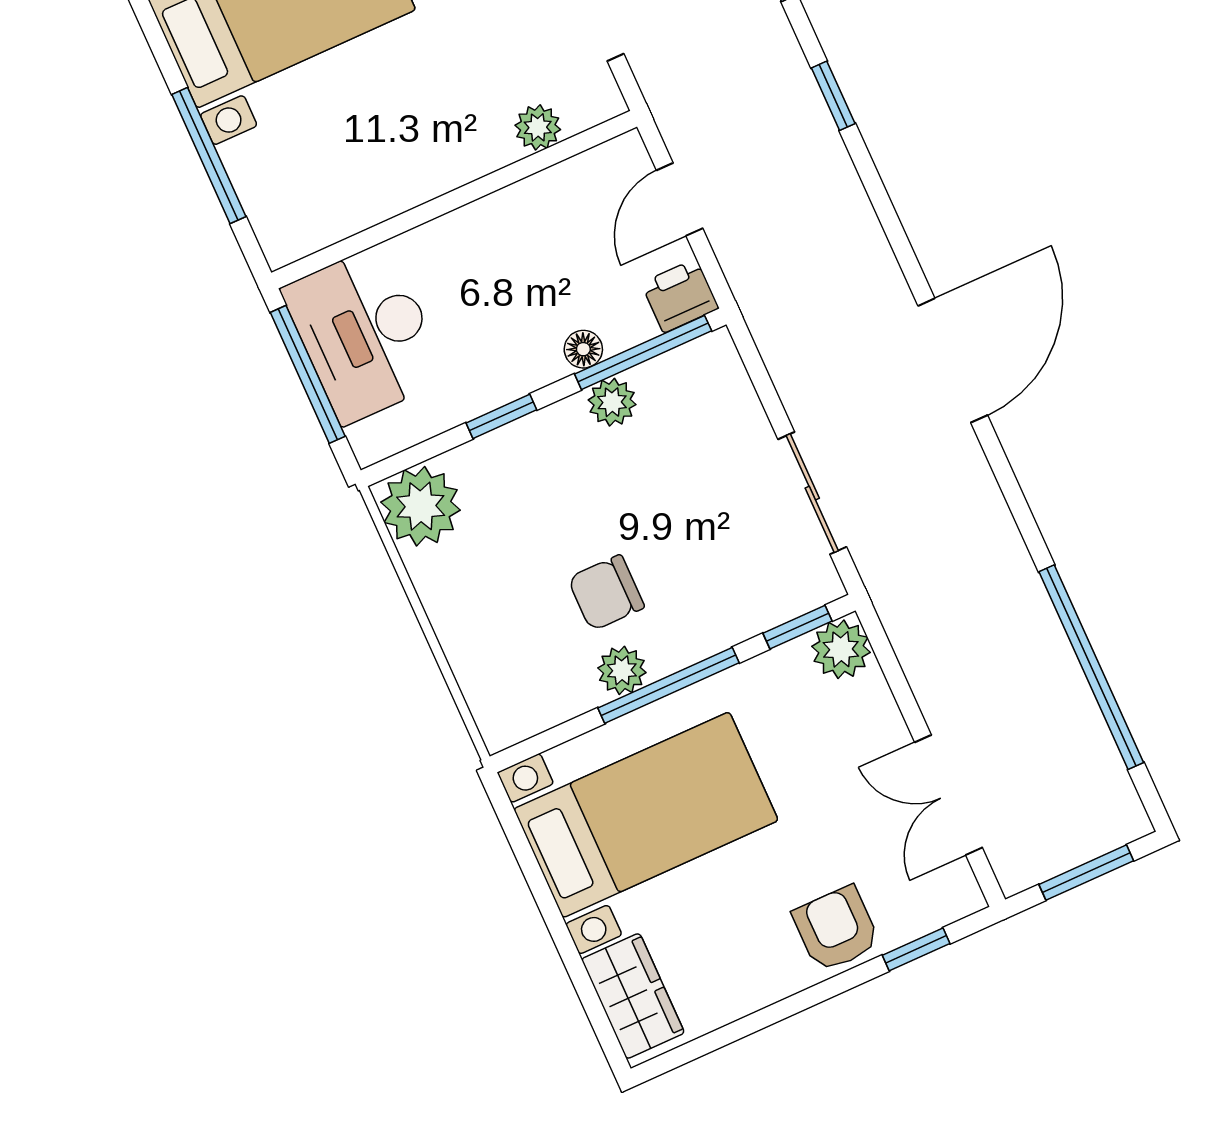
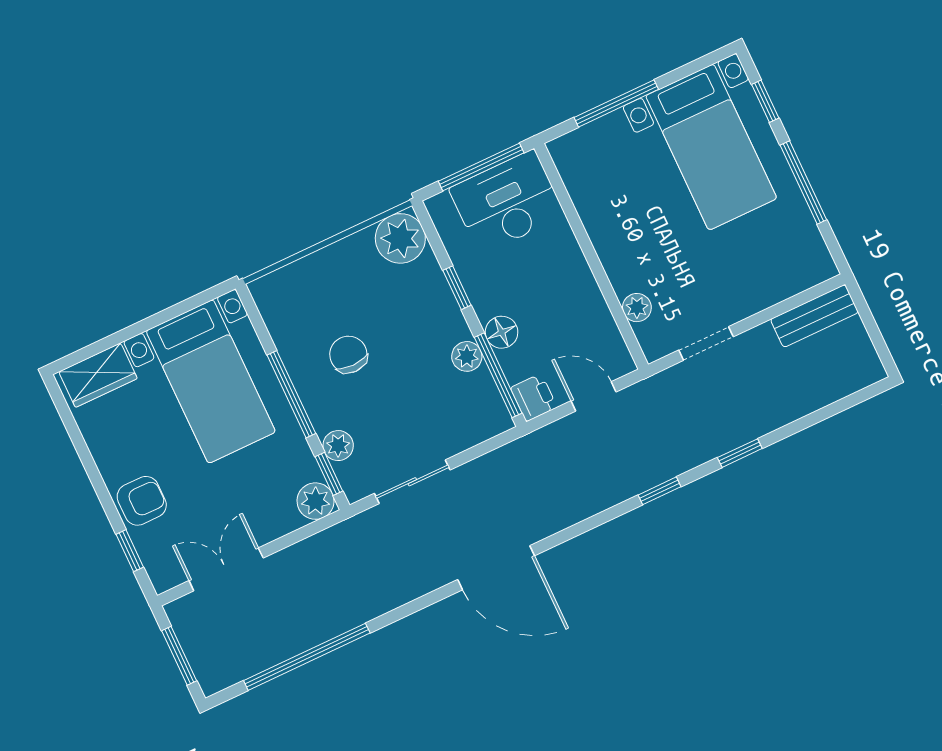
floor lamp: (583, 349) -> (502, 332), width x1.37, depth x1.37
plant: (622, 670) -> (338, 446), moved

